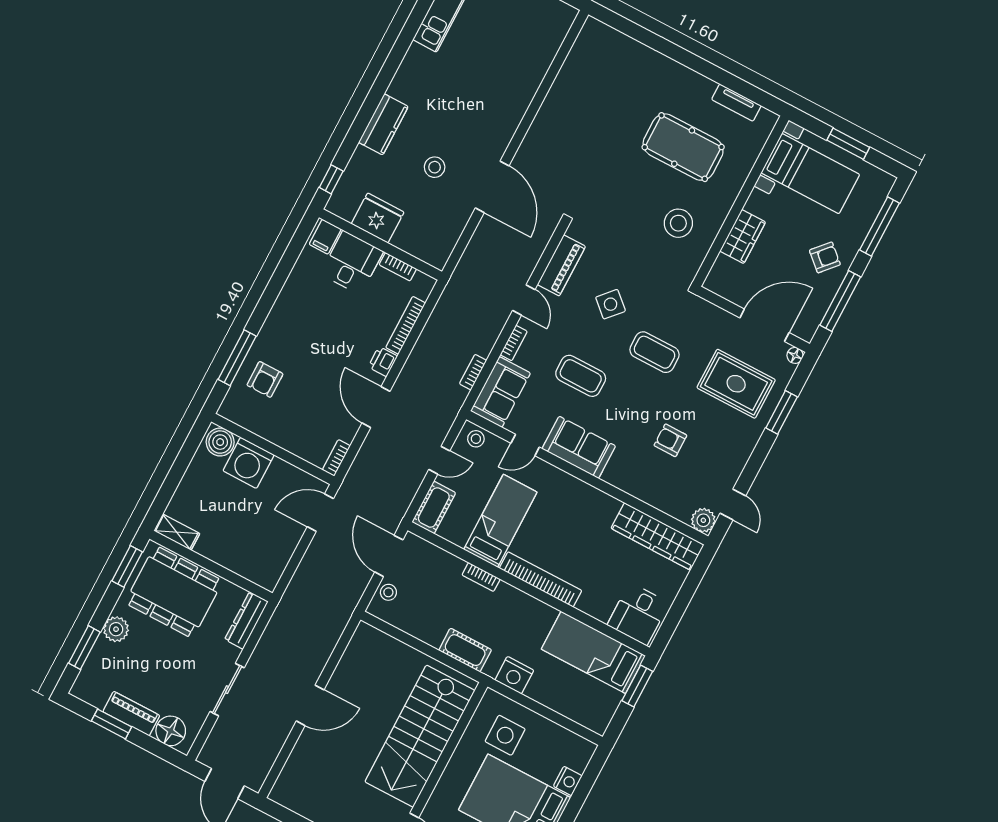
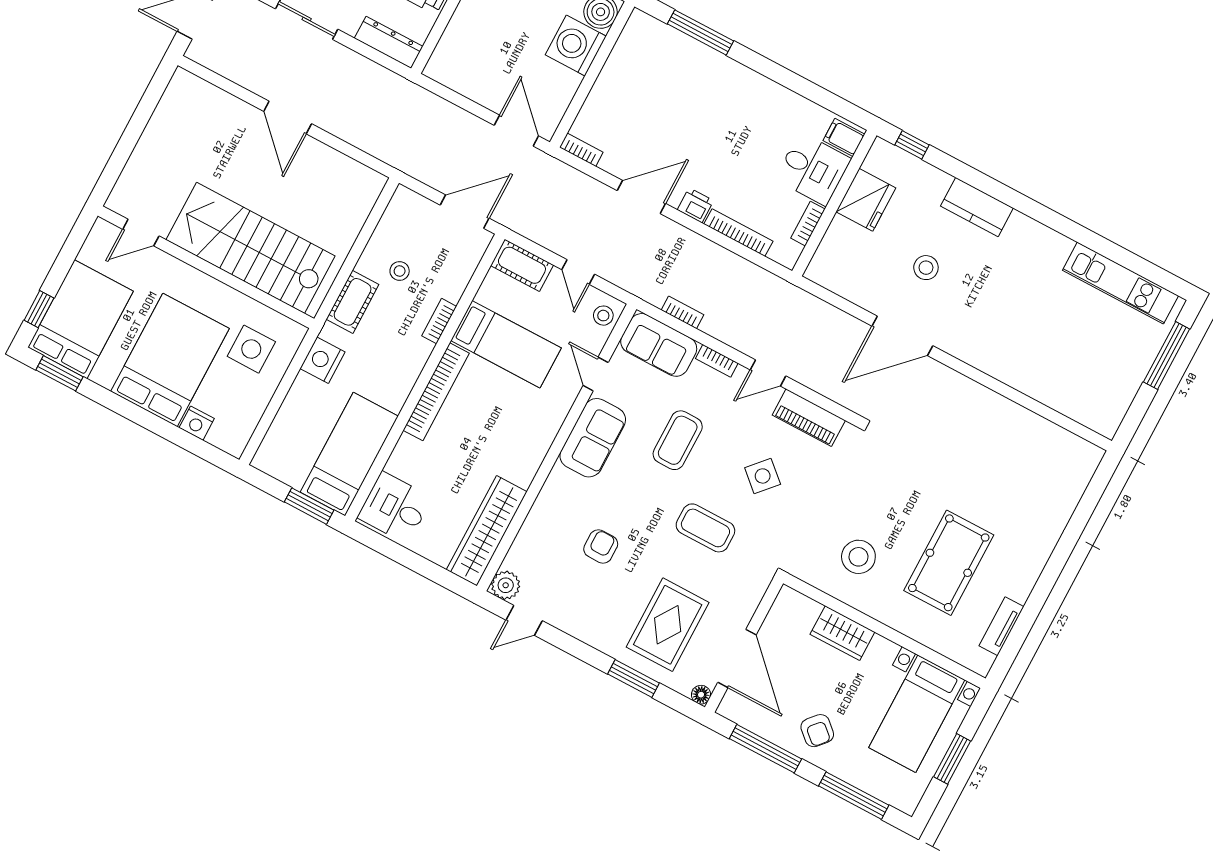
coffee table: (654, 352) -> (705, 528), turned 90
armchair: (265, 379) -> (675, 65), removed
stool: (388, 592) -> (400, 271), moved

